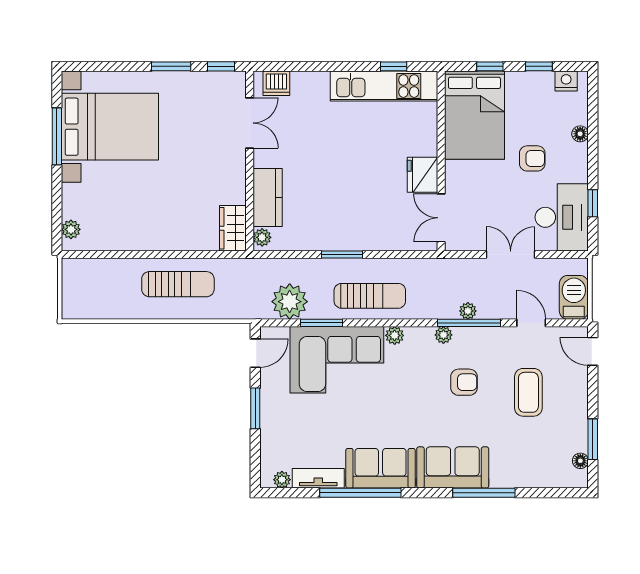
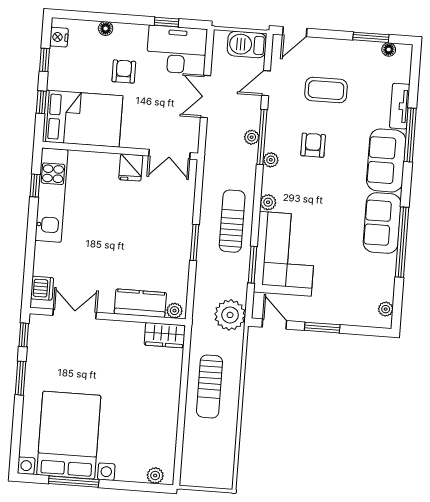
fridge: (423, 175) -> (131, 167), width x0.72
sun lounger: (178, 284) -> (210, 386), turned 180
plant: (290, 302) -> (230, 315), moved
tv unit: (318, 478) -> (400, 106), moved

